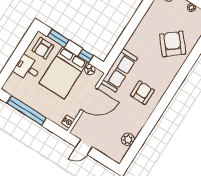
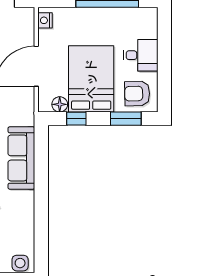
armchair: (43, 48) -> (137, 94), turned -91
sofa: (119, 70) -> (21, 158), moved

